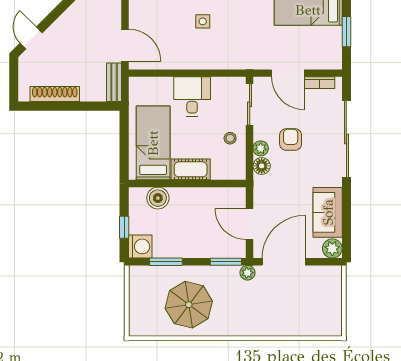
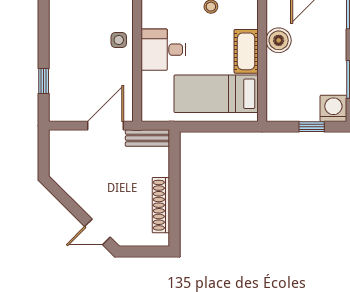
side table: (203, 21) -> (119, 40), moved
boiler: (158, 198) -> (279, 40), moved

